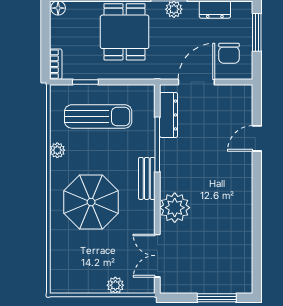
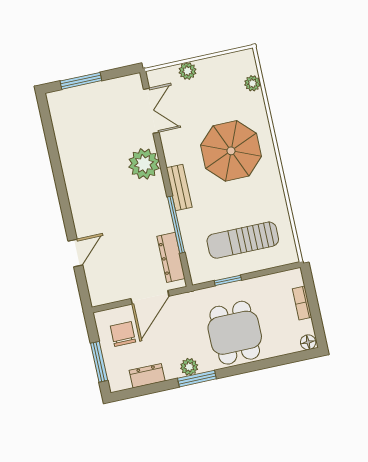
bookcase: (56, 64) -> (302, 303), moved
window: (85, 82) -> (228, 280), moved
plant: (57, 150) -> (253, 83), moved

